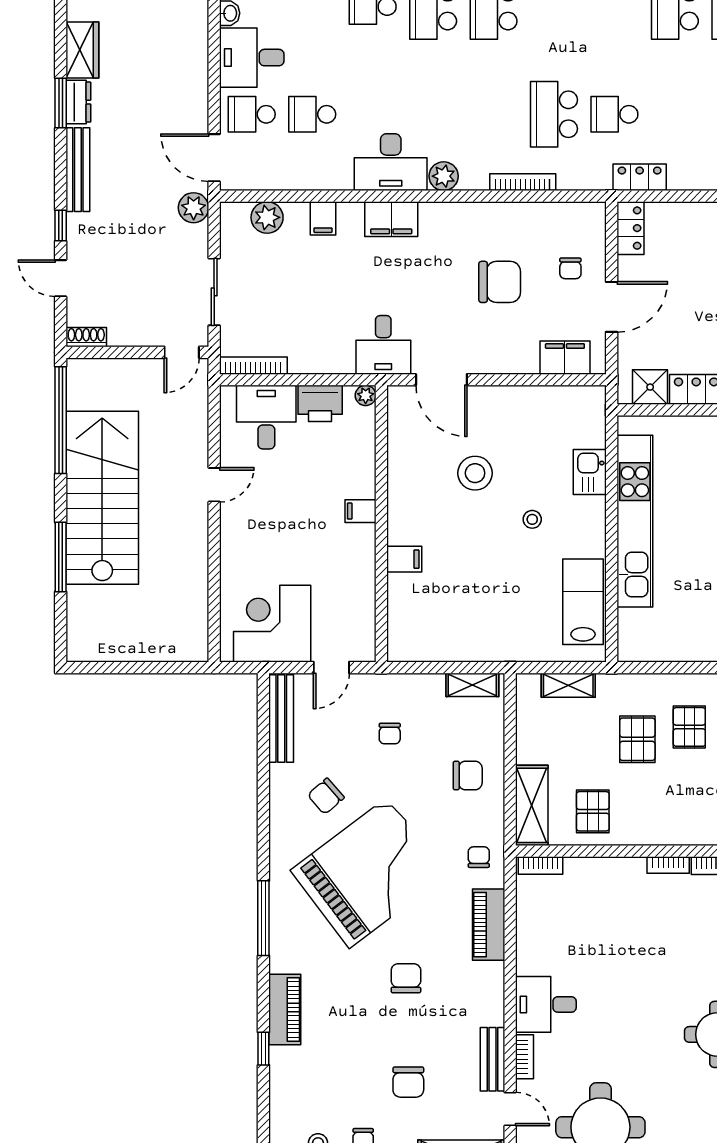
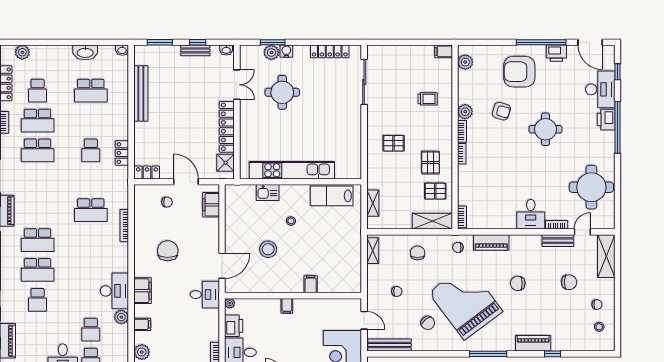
school desk: (614, 114) -> (91, 150), moved
plant: (444, 176) -> (121, 317), moved
locker: (640, 177) -> (122, 153), moved
chair: (500, 282) -> (168, 251), moved
pallet: (637, 739) -> (430, 163), moved, turned 90

